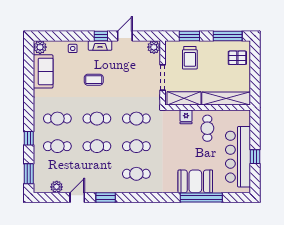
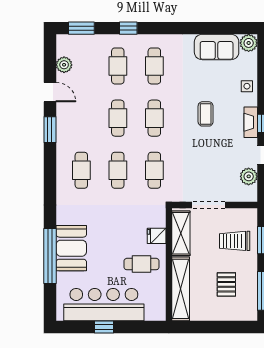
plant: (154, 47) -> (249, 176), moved
pallet: (237, 58) -> (226, 284), moved

